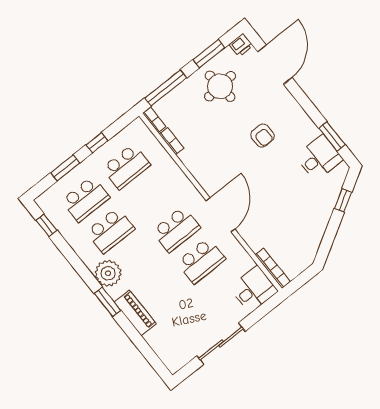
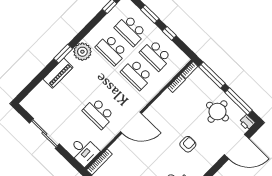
window: (209, 54) -> (239, 101), width x1.44
armchair: (262, 136) -> (188, 144), turned 180
school desk: (176, 229) -> (137, 75), moved

